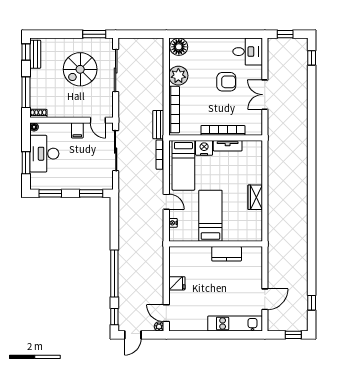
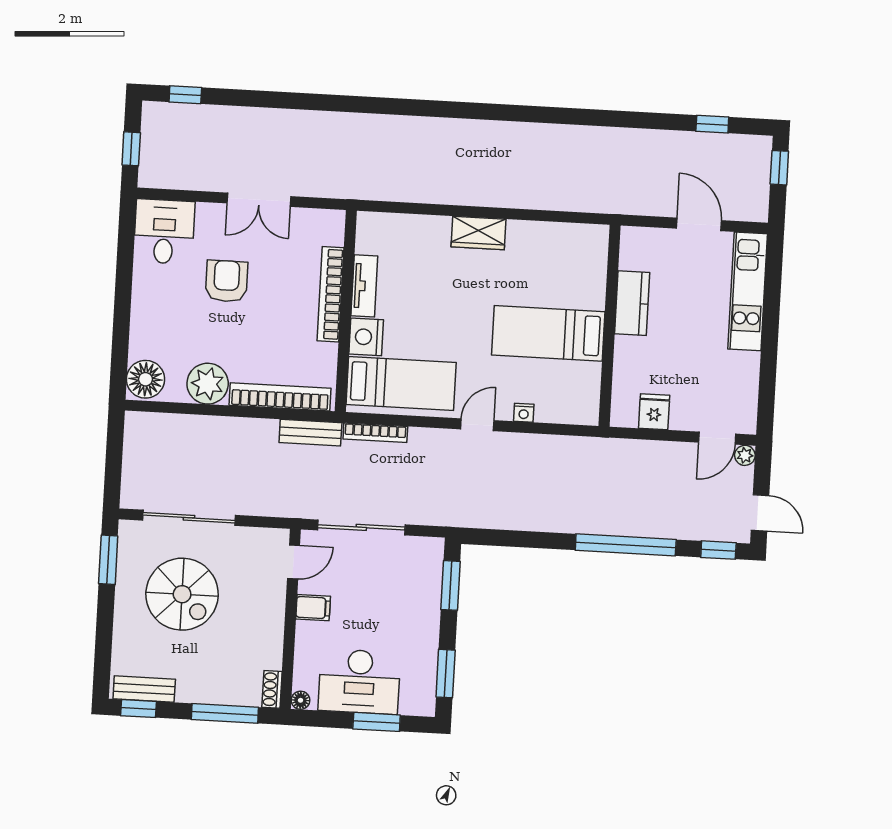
bed: (210, 216) -> (548, 333), moved
wall: (216, 244) -> (610, 326), moved
kitchen counter: (227, 254) -> (632, 303), moved

